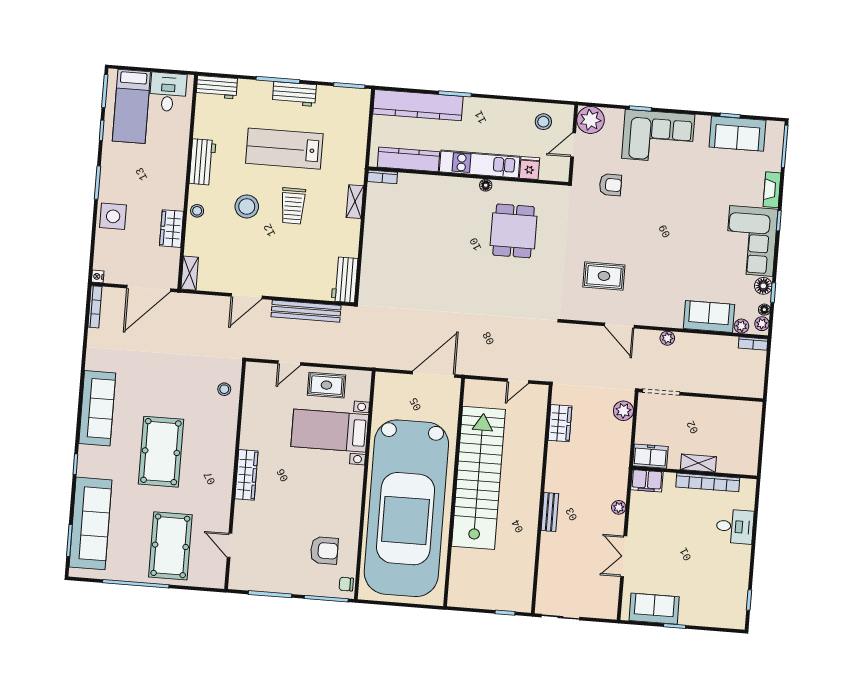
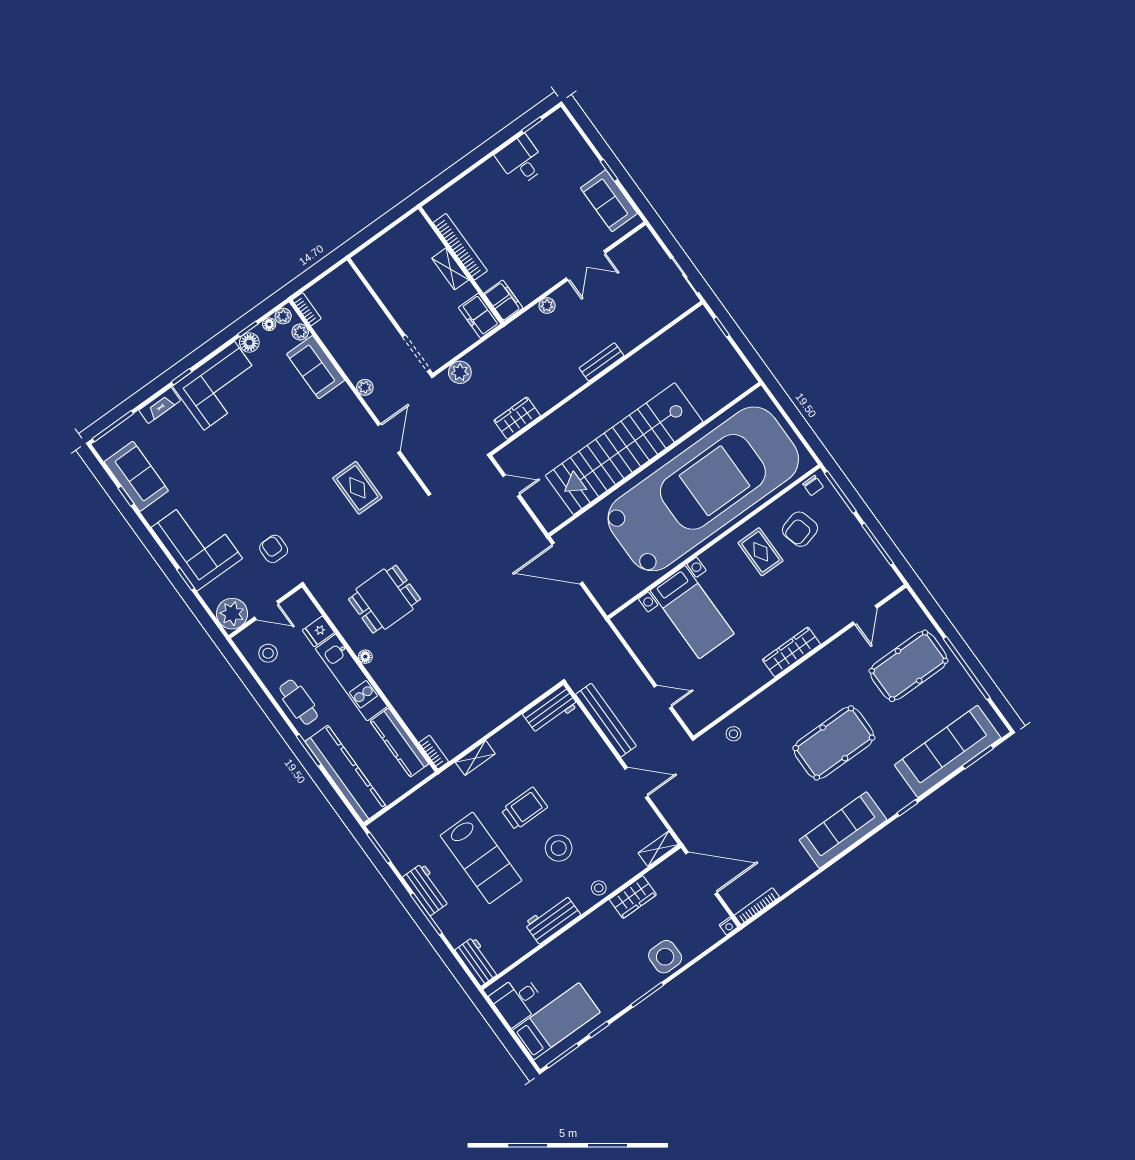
cafe table: (493, 114) -> (299, 702), added
rug: (326, 385) -> (761, 552), moved
desk: (735, 526) -> (521, 161), moved
armchair: (324, 550) -> (800, 529), turned -105

